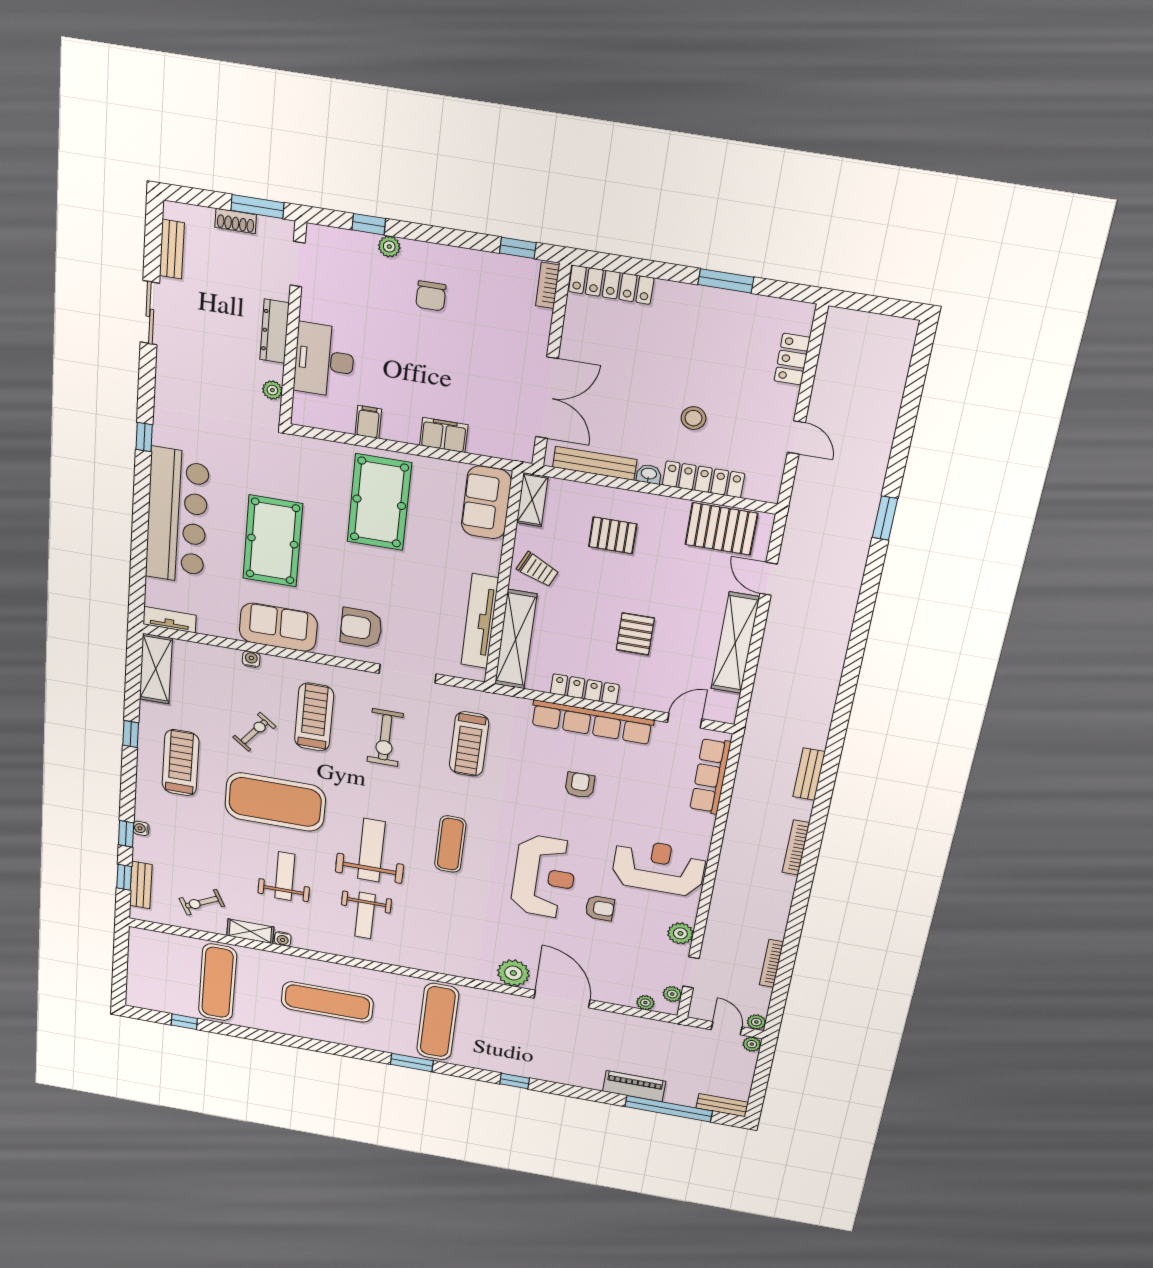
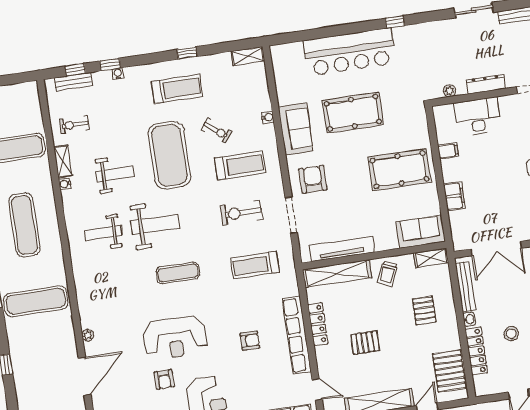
tv unit: (169, 620) -> (278, 61), removed
shelving: (156, 669) -> (248, 56), width x0.67, depth x0.75
exercise bike: (202, 902) -> (74, 125), turned -63
plant: (513, 973) -> (88, 335), width x0.53, depth x0.53

